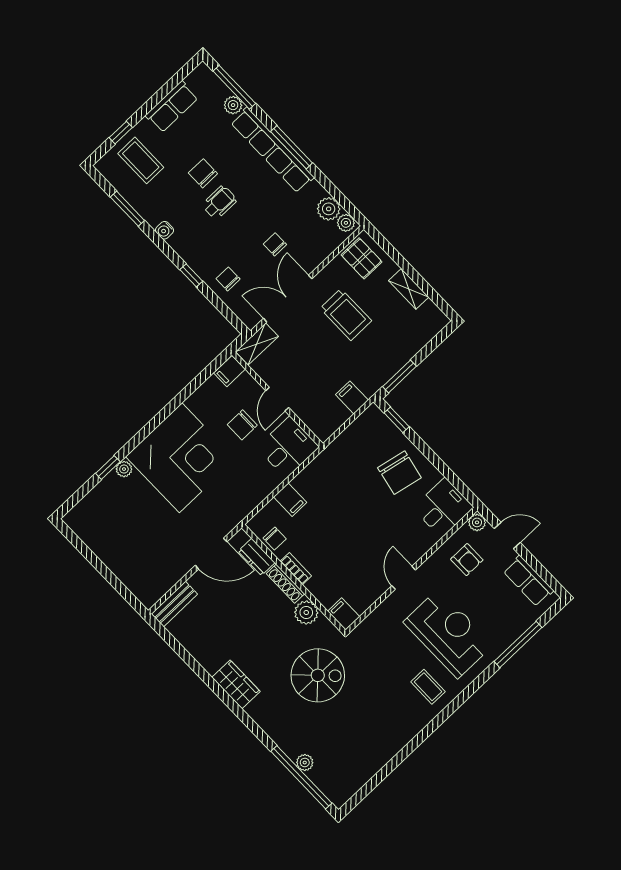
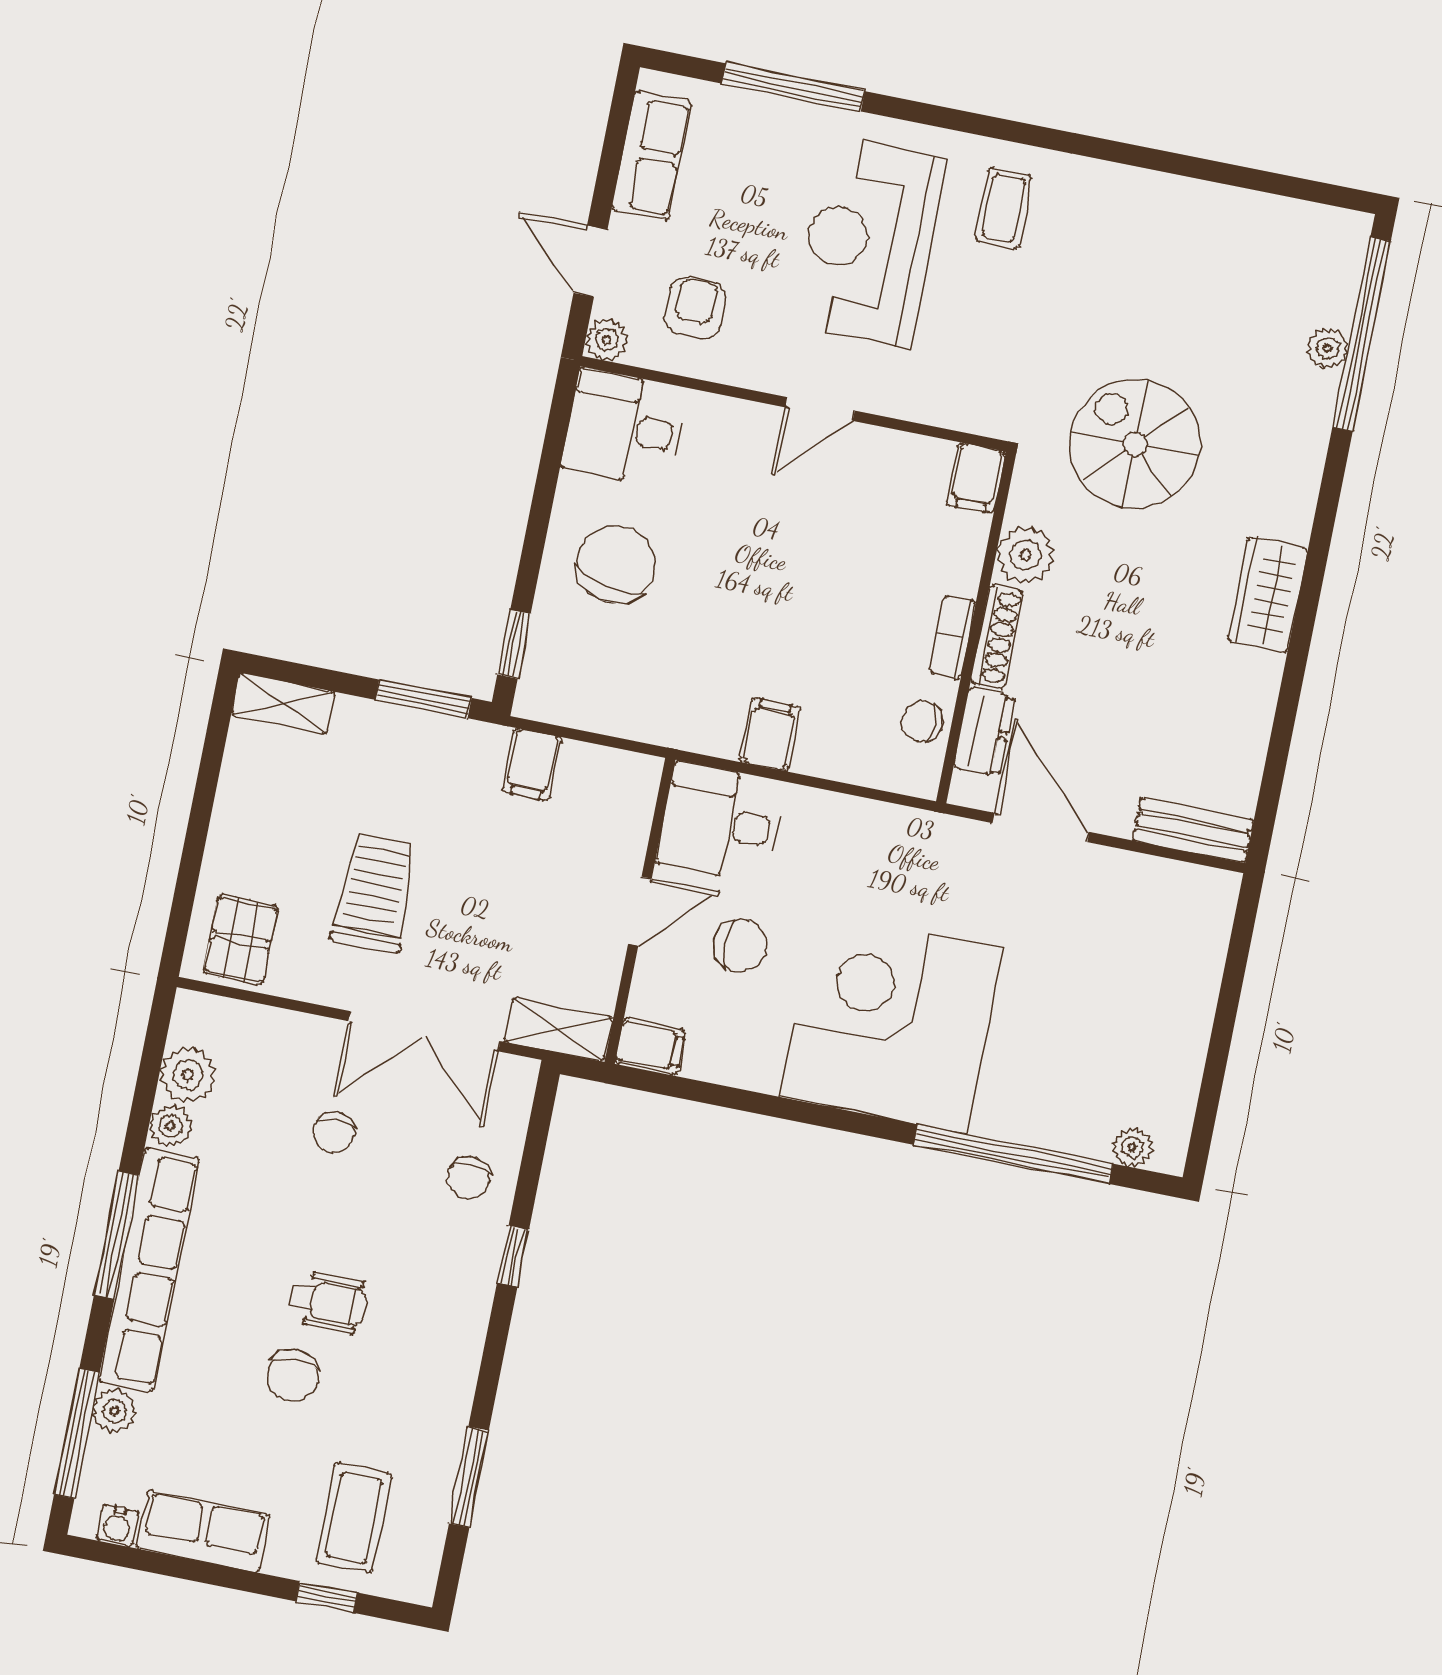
wheelchair: (219, 202) -> (328, 1302), turned 180
plant: (346, 223) -> (171, 1126), moved
water cooler: (164, 230) -> (117, 1526), moved, turned 90
shelving: (409, 289) -> (283, 704), moved, turned 90
window: (108, 467) -> (1013, 1154), width x3.17
plant: (124, 469) -> (1132, 1147), moved
filing cabinet: (290, 500) -> (770, 734), moved
chair: (275, 539) -> (922, 721), turned -90

